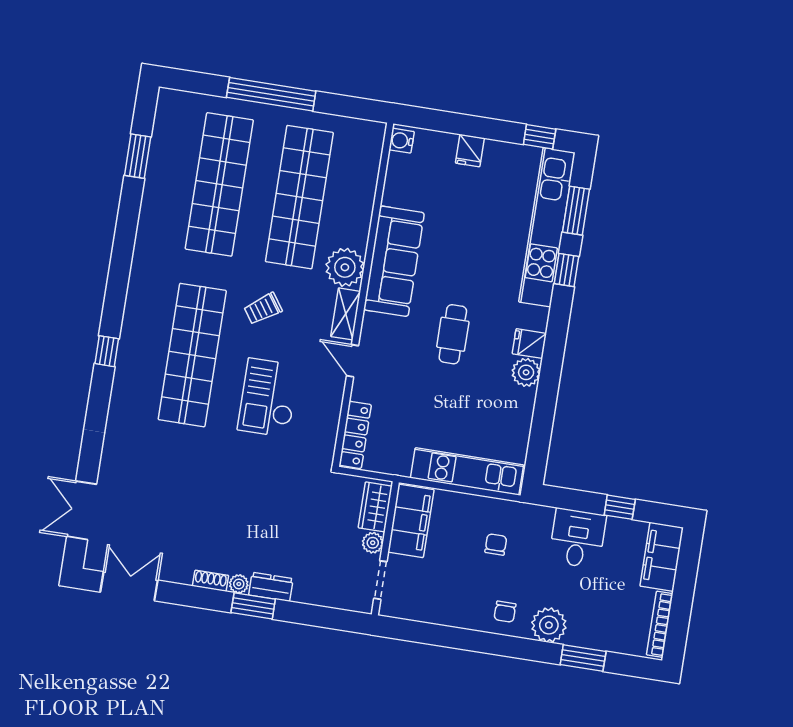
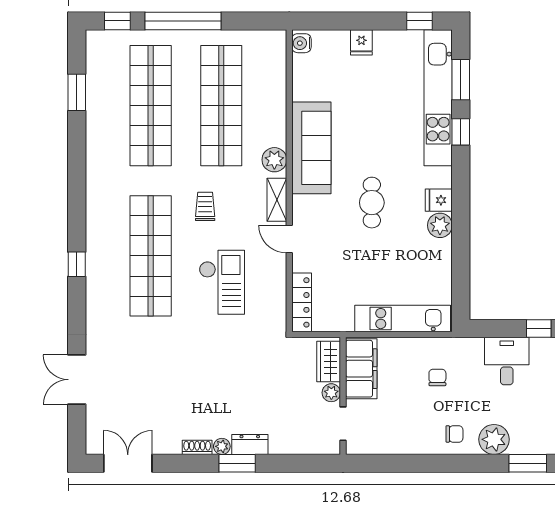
window: (197, 82) -> (117, 21), added
plant: (345, 267) -> (274, 160), width x0.73, depth x0.73
trolley: (263, 309) -> (205, 206), turned 125
checkout: (268, 398) -> (222, 282), turned 180
double door: (82, 510) -> (77, 380), moved
chair: (505, 612) -> (454, 434), turned -90

